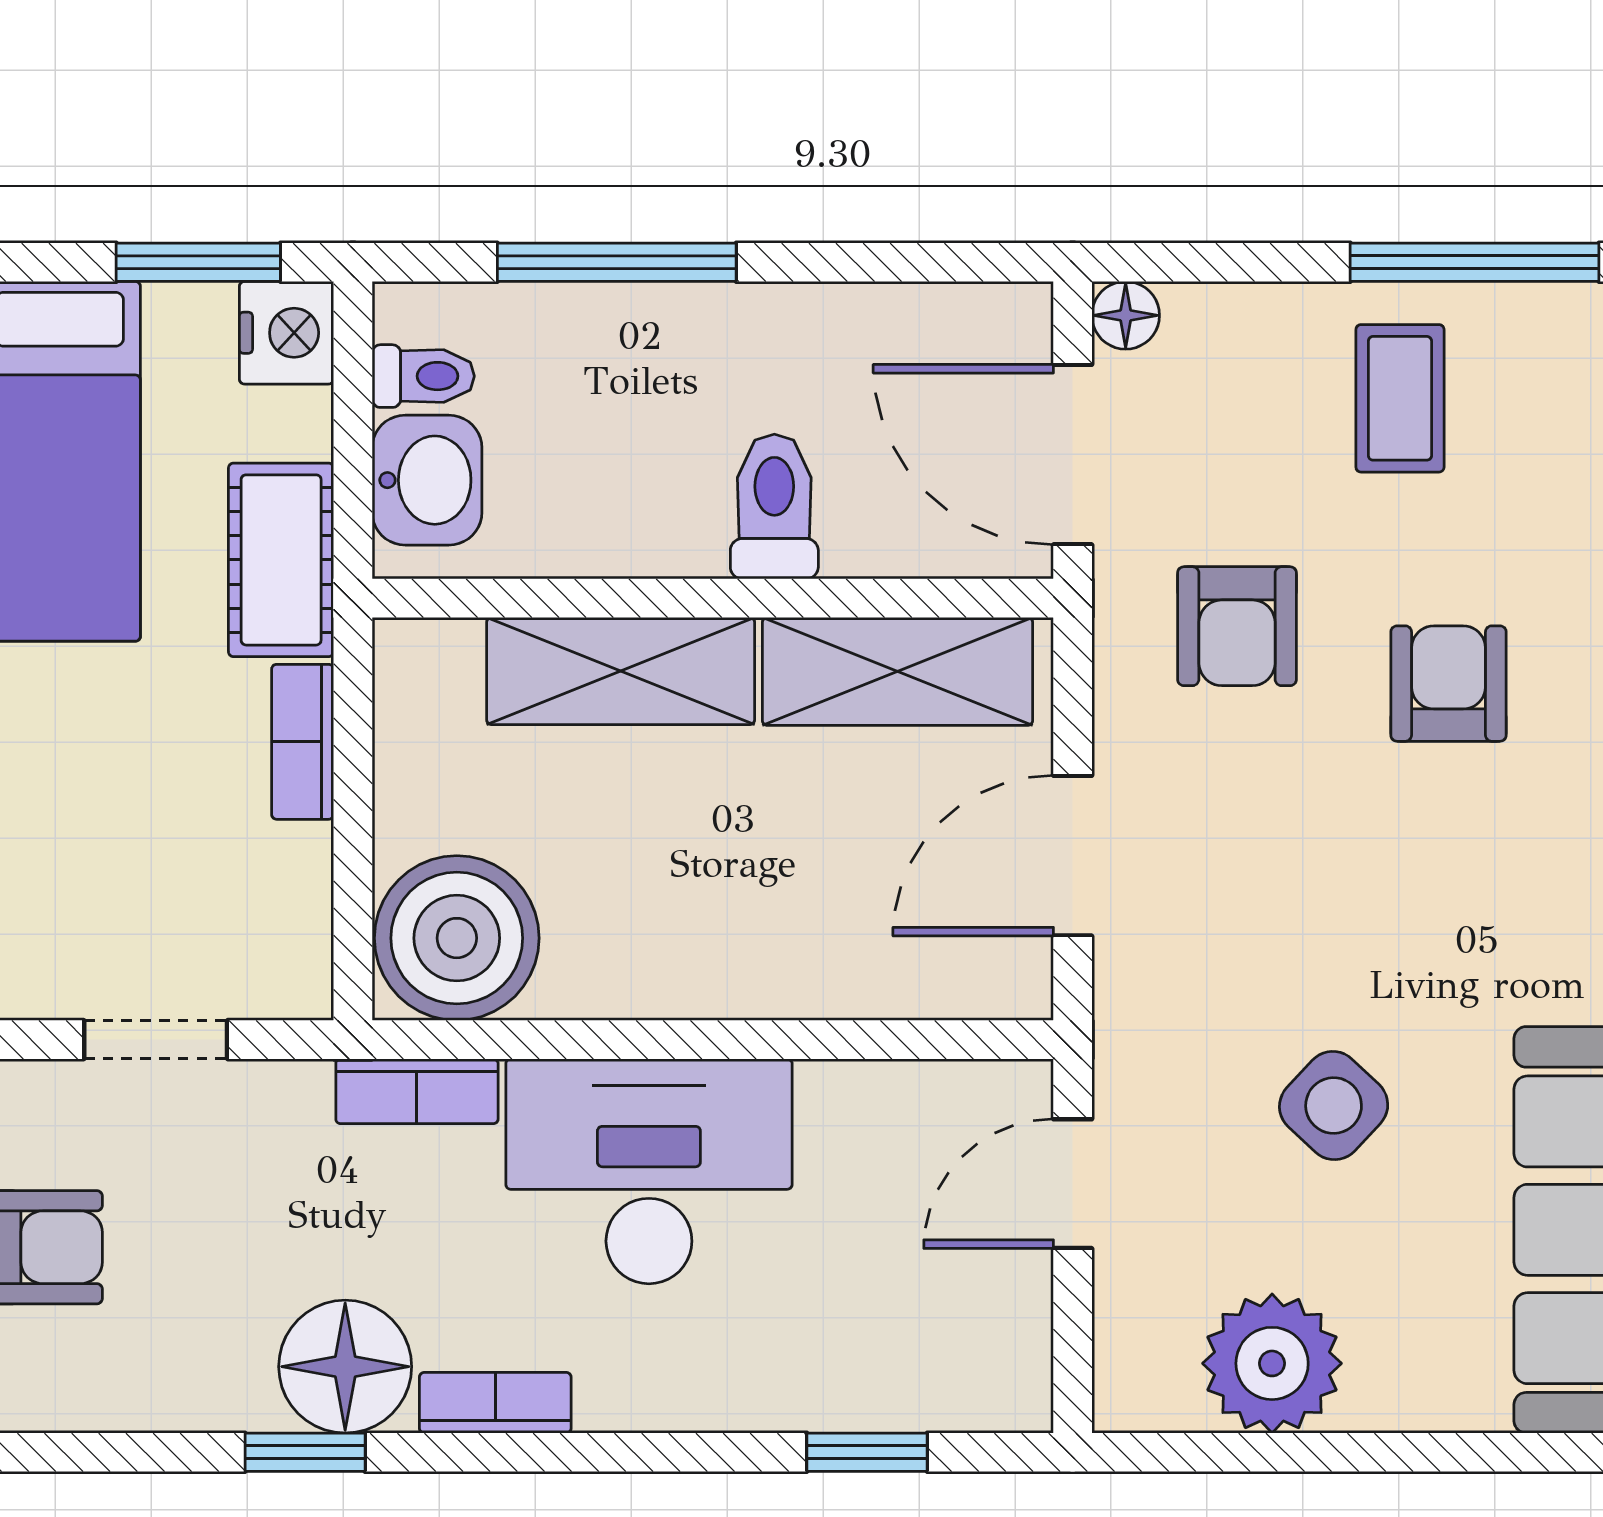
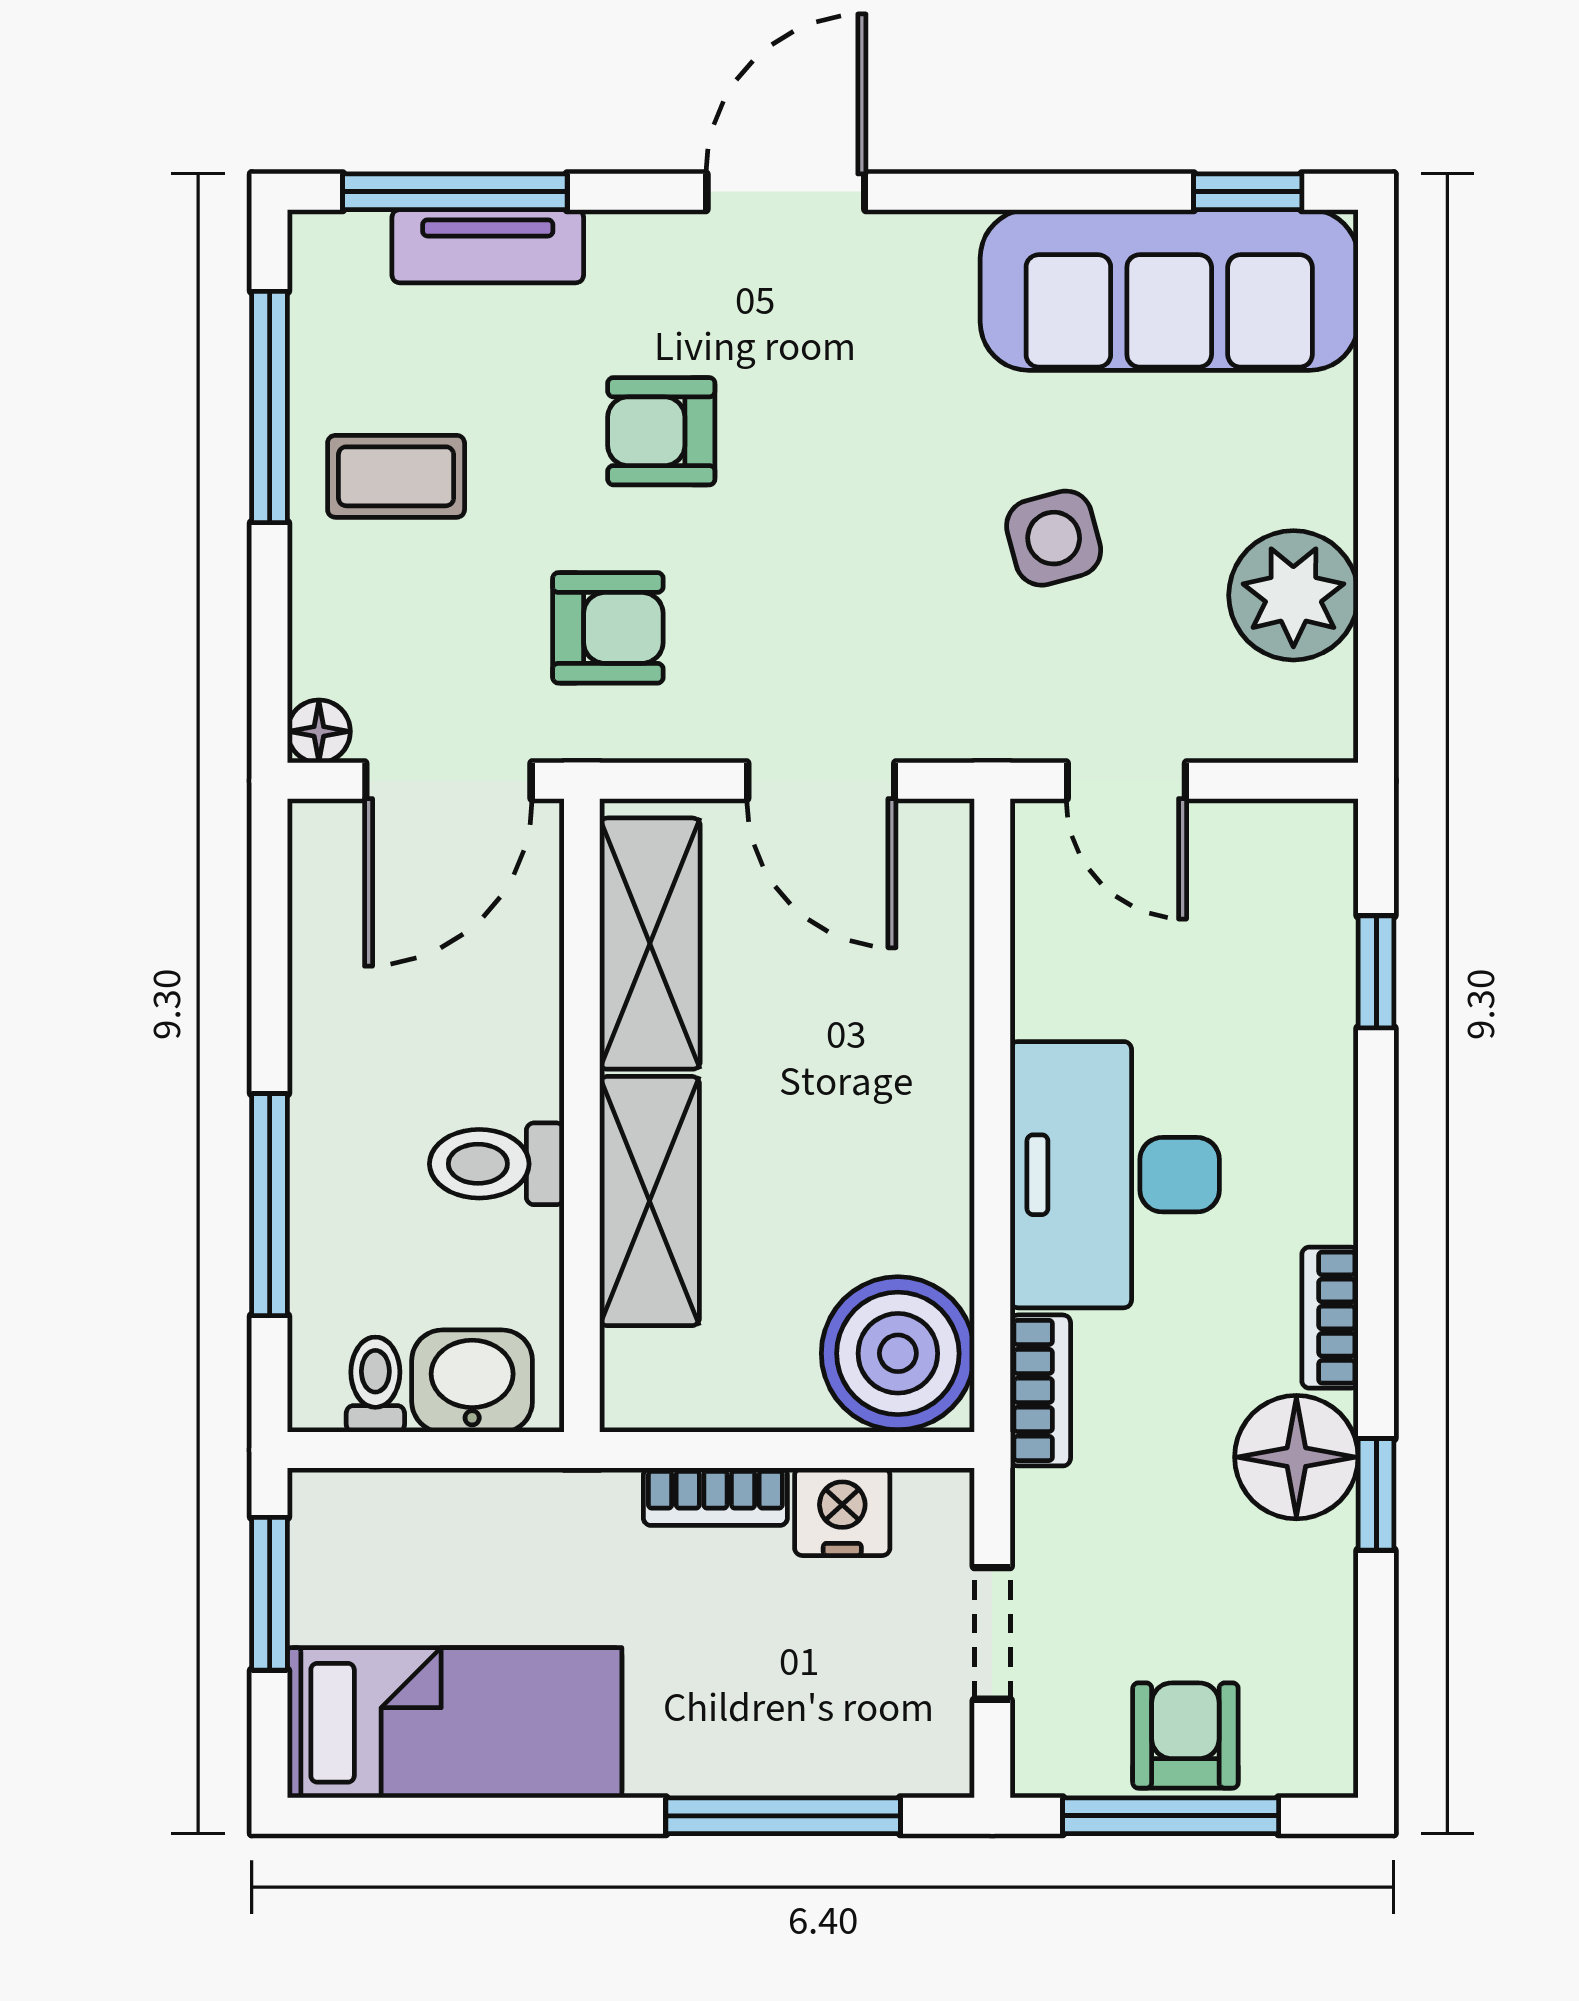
nightstand: (286, 333) -> (842, 1512), moved
toilet: (774, 507) -> (497, 1164), moved
cot: (281, 560) -> (546, 1517), removed
side table: (1334, 1106) -> (1054, 538), turned 32

